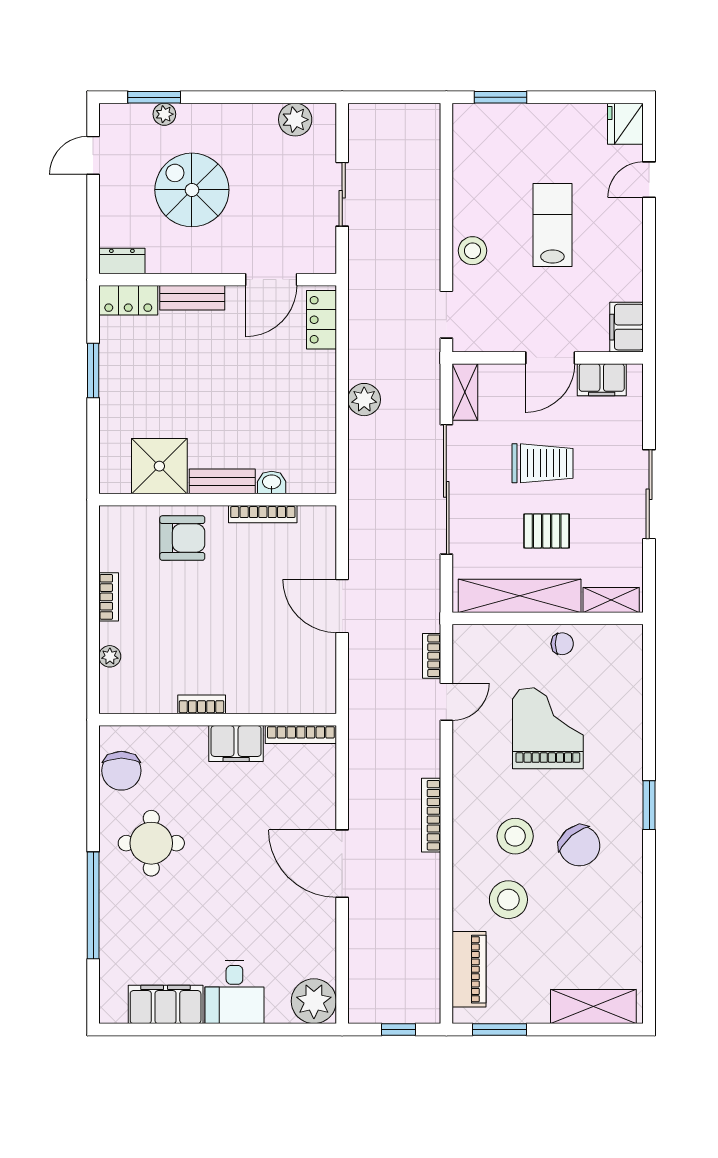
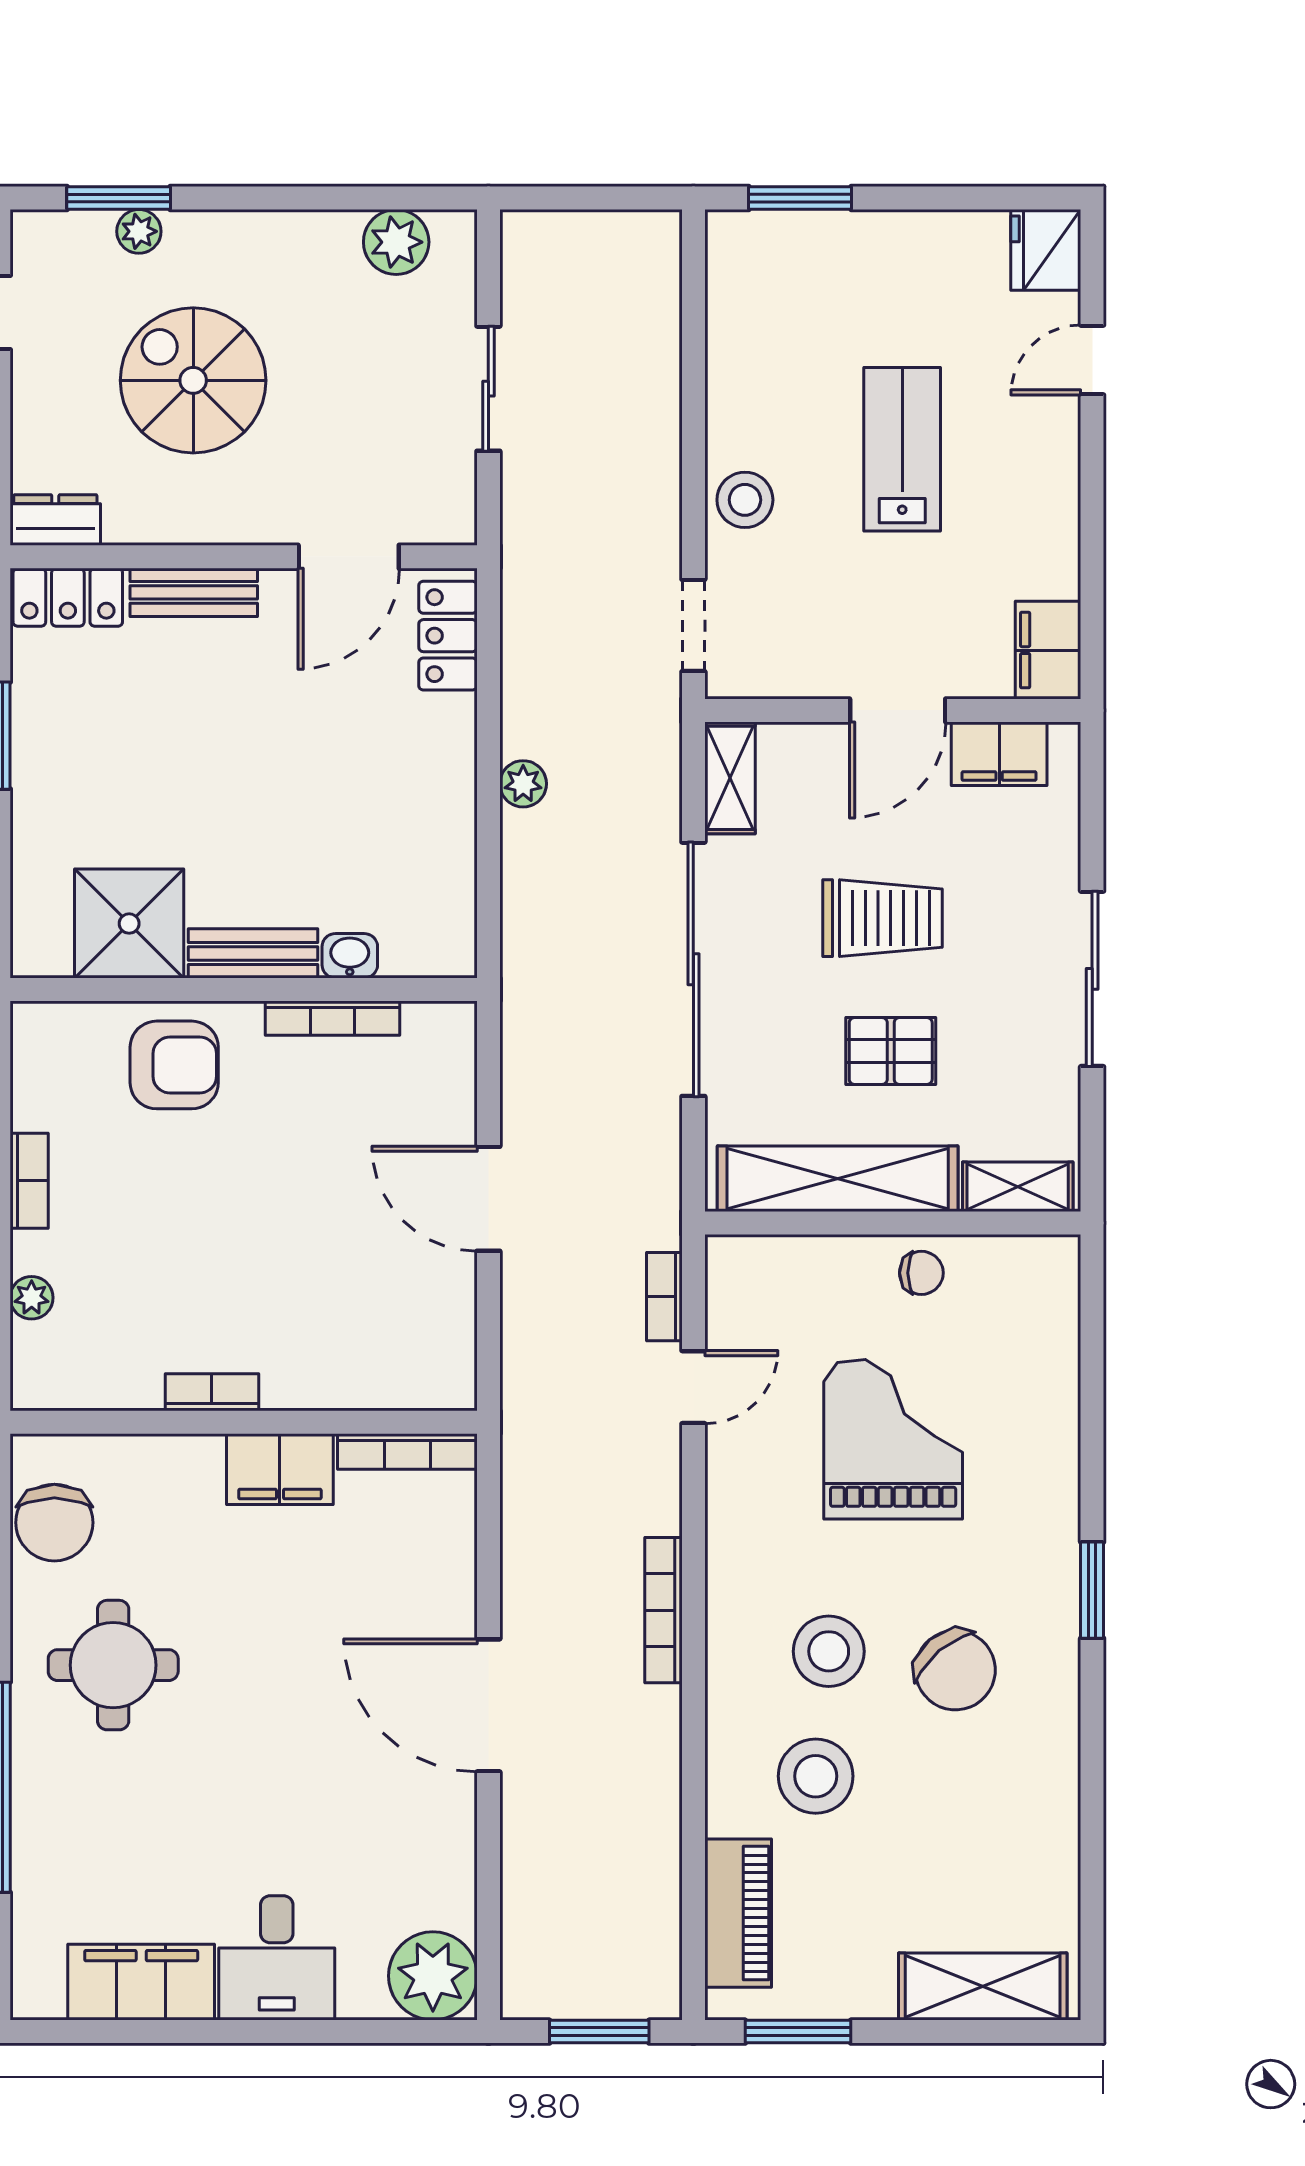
plant: (364, 400) -> (523, 784), width x0.73, depth x0.73
window: (398, 1029) -> (599, 2032), width x1.50

